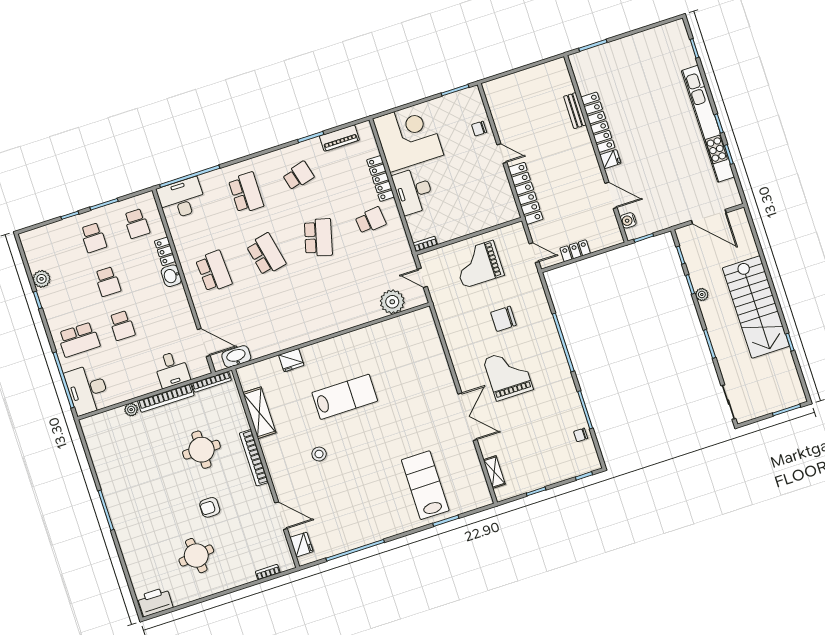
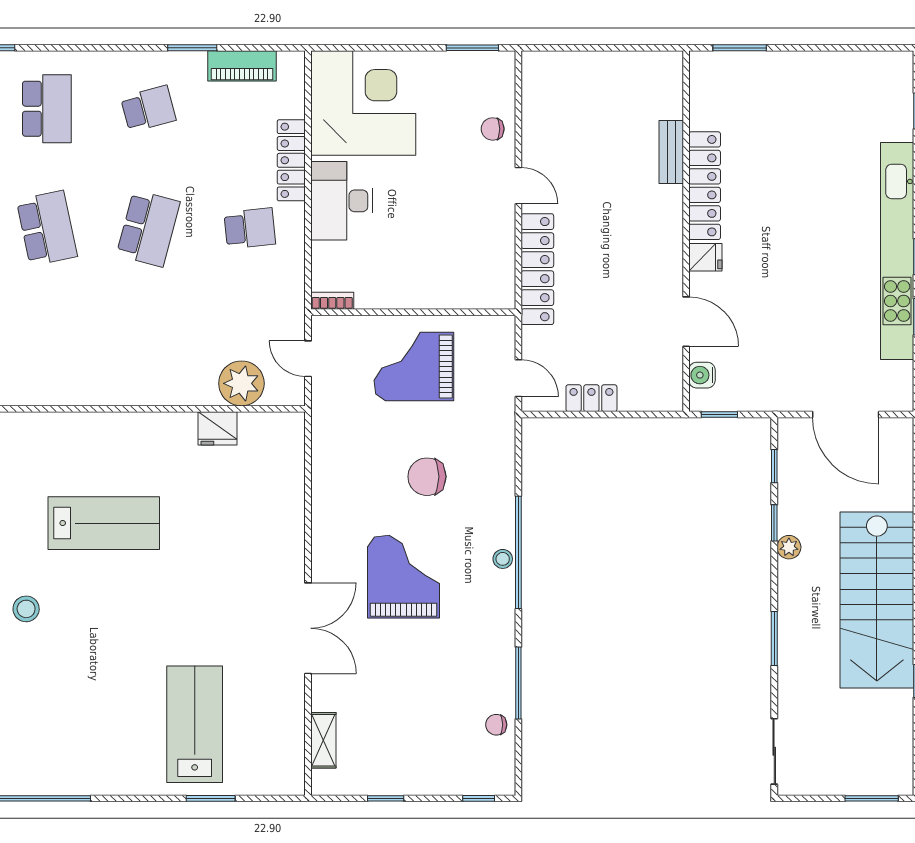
stool: (556, 348) -> (503, 559), added
fridge: (291, 360) -> (217, 428), moved

